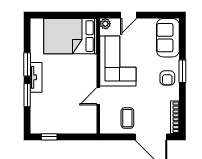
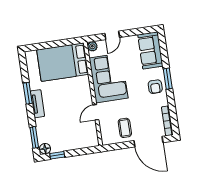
window: (27, 95) -> (34, 137), moved
floor lamp: (37, 128) -> (45, 149), added

